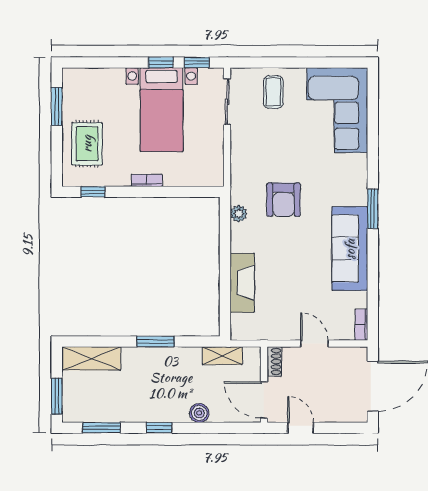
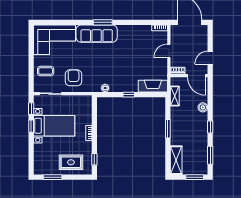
armchair: (284, 200) -> (74, 78), moved, turned -90
sofa: (350, 249) -> (97, 34), moved
window: (225, 262) -> (129, 95), added
fireplace: (242, 283) -> (153, 86), moved
door: (264, 400) -> (196, 76), hinge flipped

